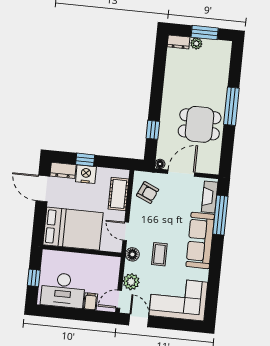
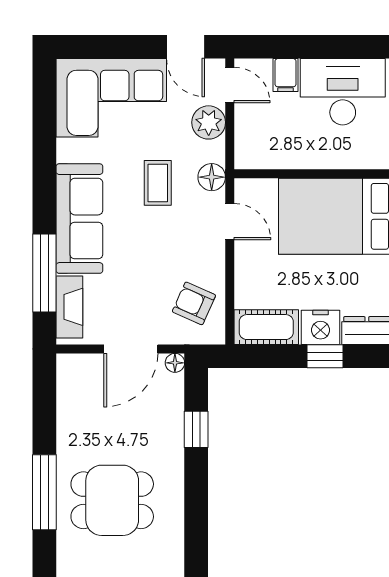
dining table: (200, 124) -> (112, 500), moved
cot: (118, 194) -> (266, 327), moved, turned 90
door: (119, 299) -> (230, 85), hinge flipped

